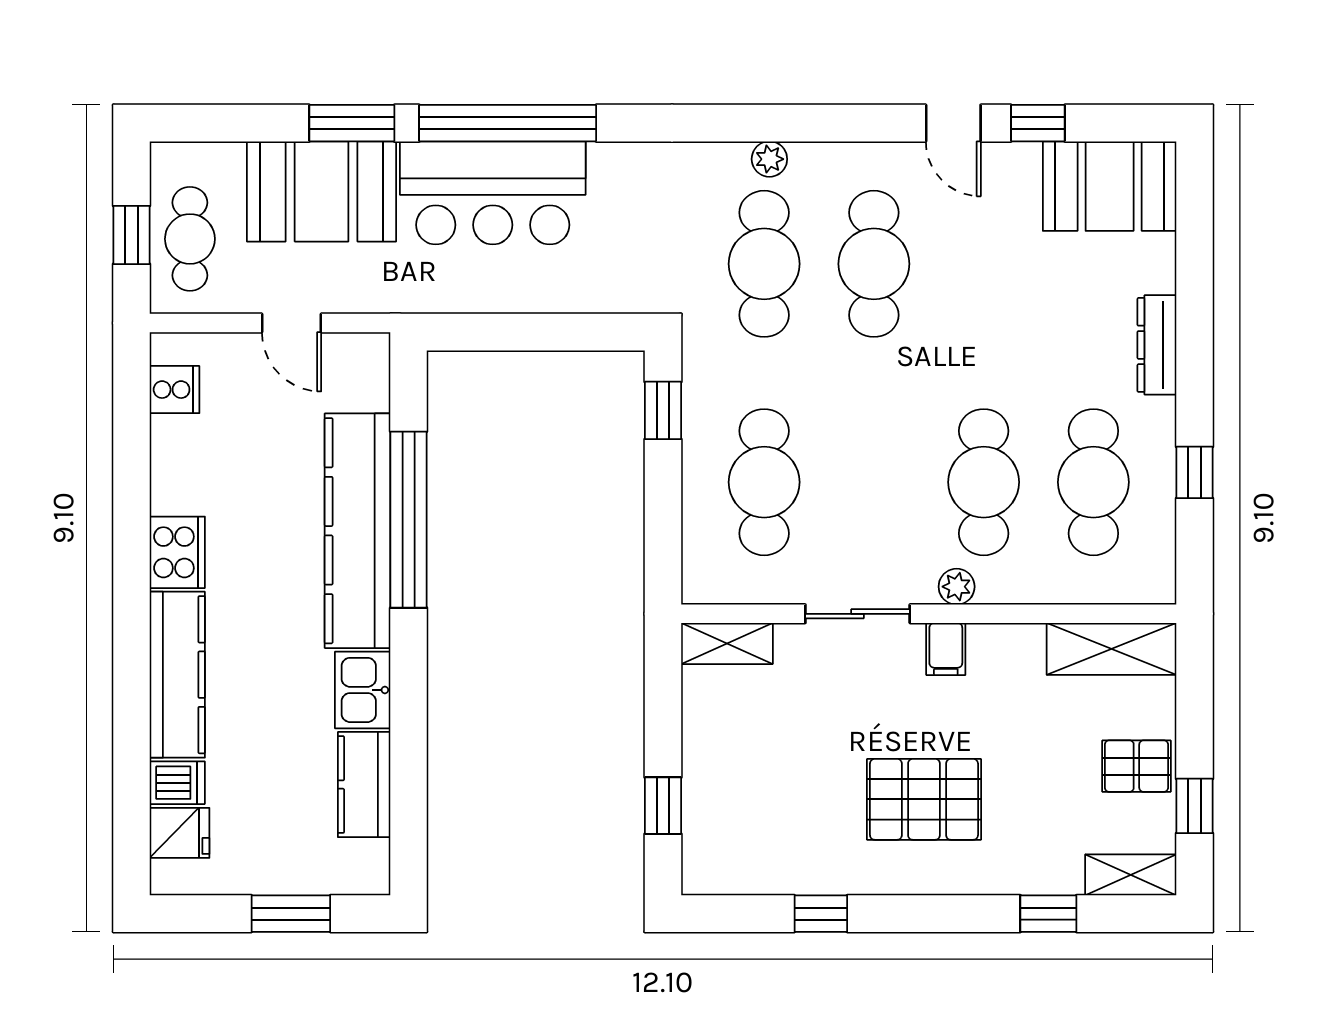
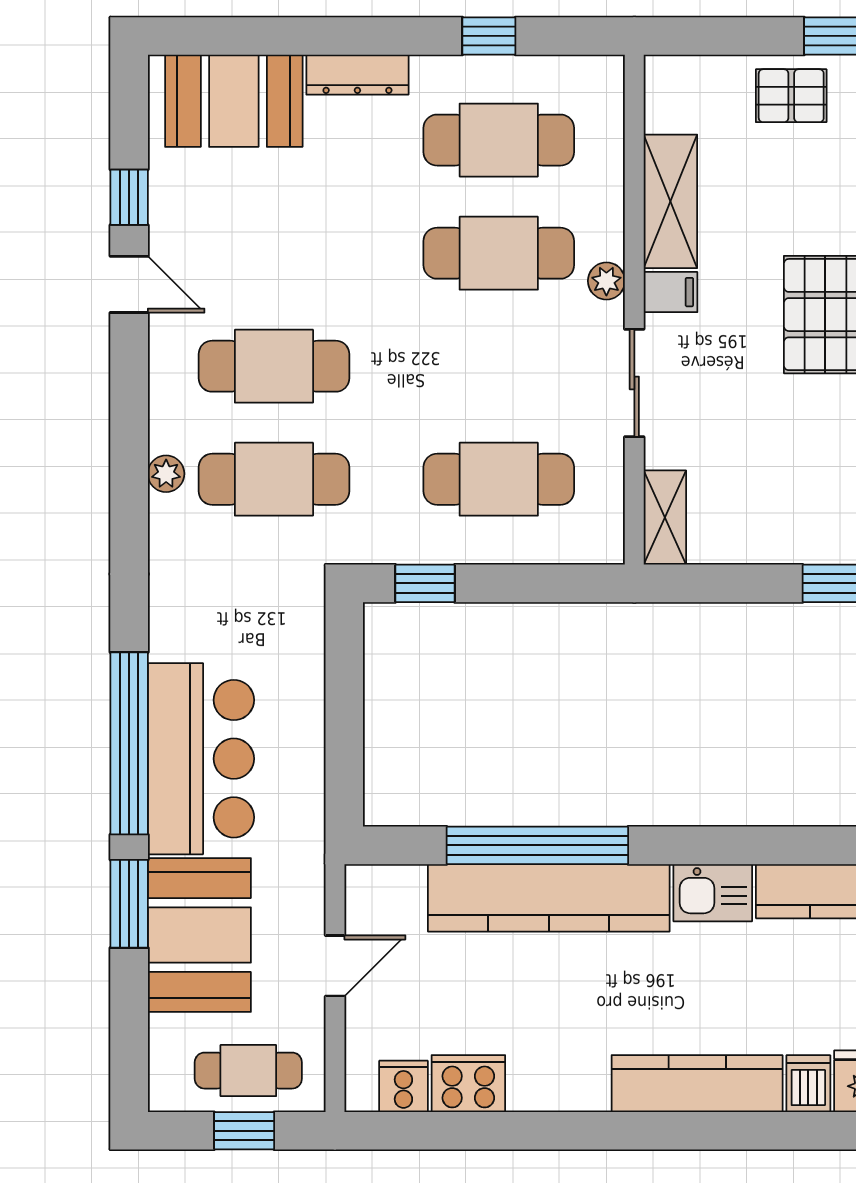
door: (953, 123) -> (129, 284), hinge flipped
booth: (1110, 186) -> (234, 101), moved, turned 90
cooker: (177, 552) -> (468, 1084), moved
shelving: (1111, 649) -> (670, 201), moved
pallet: (1136, 766) -> (791, 96), turned 90

